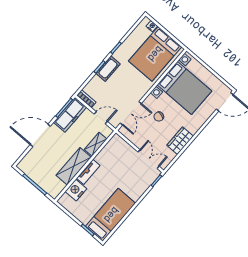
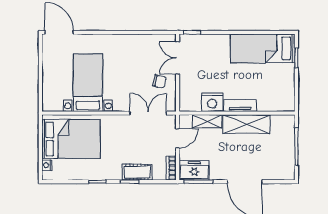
cot: (108, 69) -> (137, 172), moved
bed with nightstands: (184, 88) -> (88, 83), width x0.73
freezer: (70, 115) -> (194, 170), width x0.71
chair: (159, 117) -> (160, 81), moved
door: (101, 118) -> (178, 138), swing flipped
wardrobe: (180, 141) -> (134, 43), removed
nightstand: (76, 190) -> (212, 102), moved

